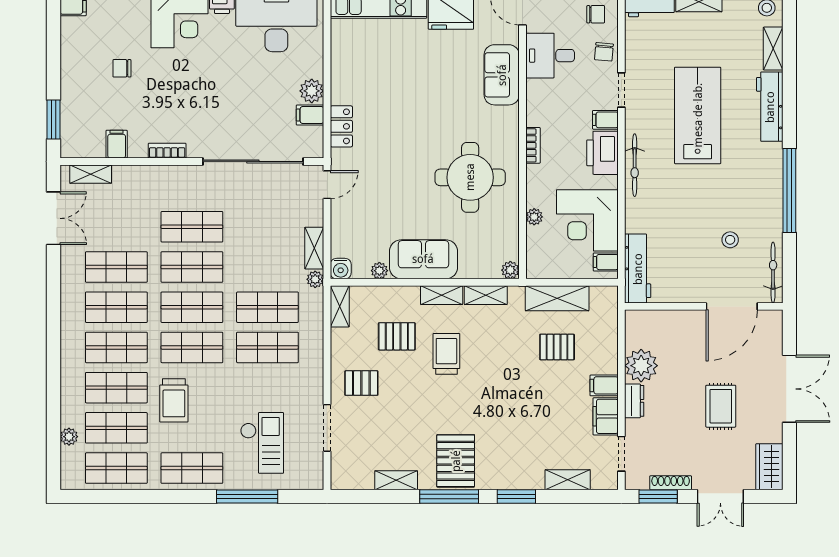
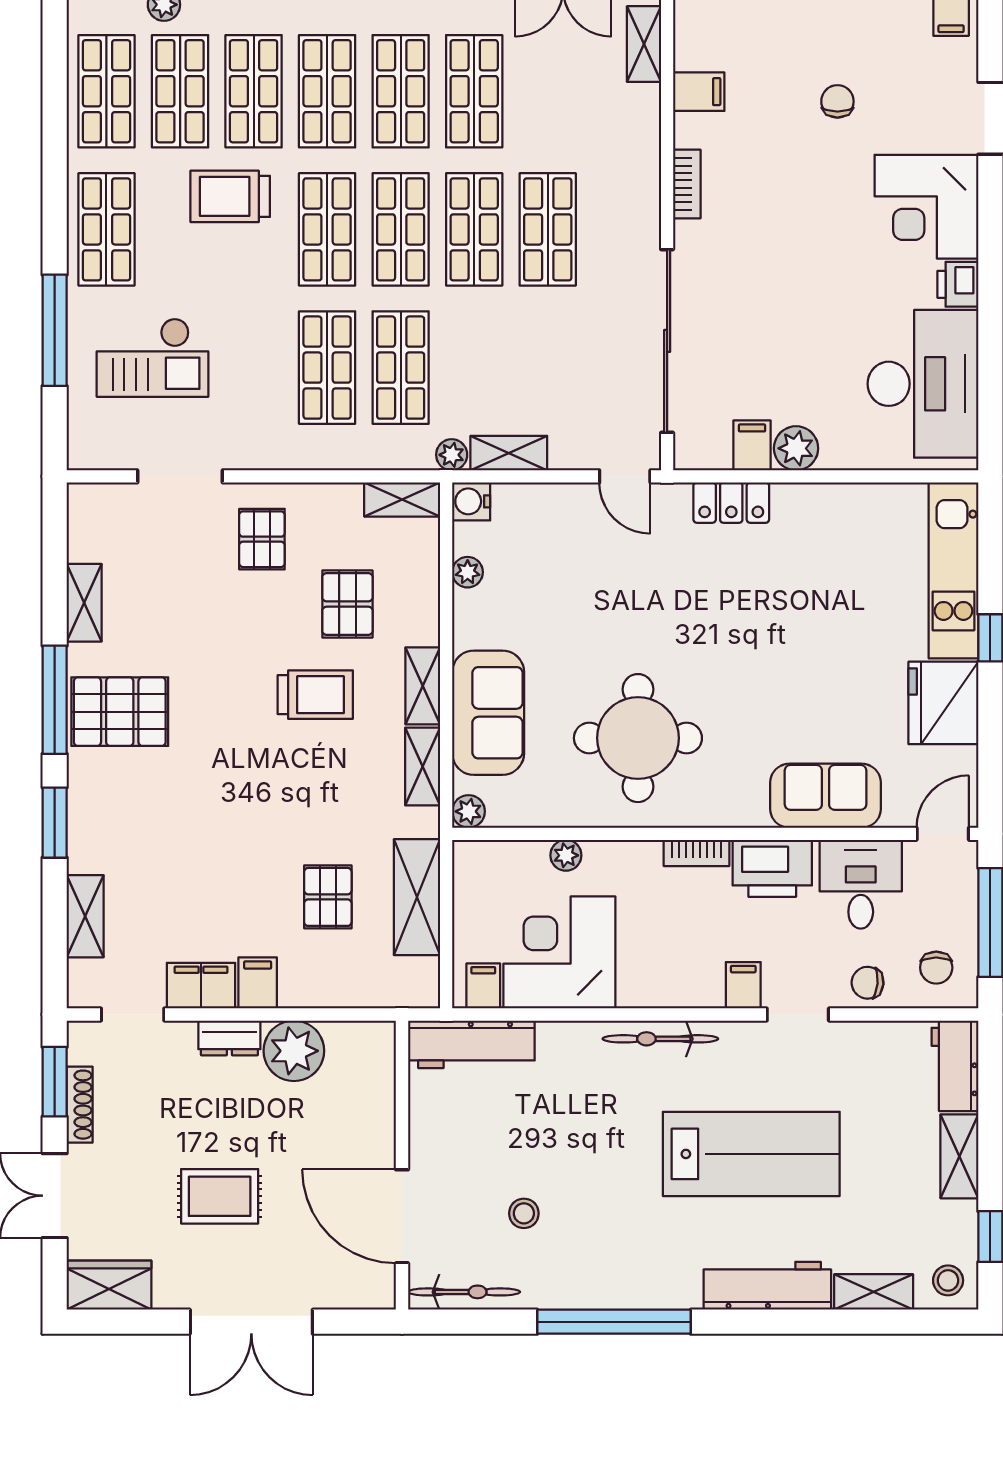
printer: (602, 153) -> (772, 868), moved, turned 180
sofa: (423, 259) -> (488, 713), moved

